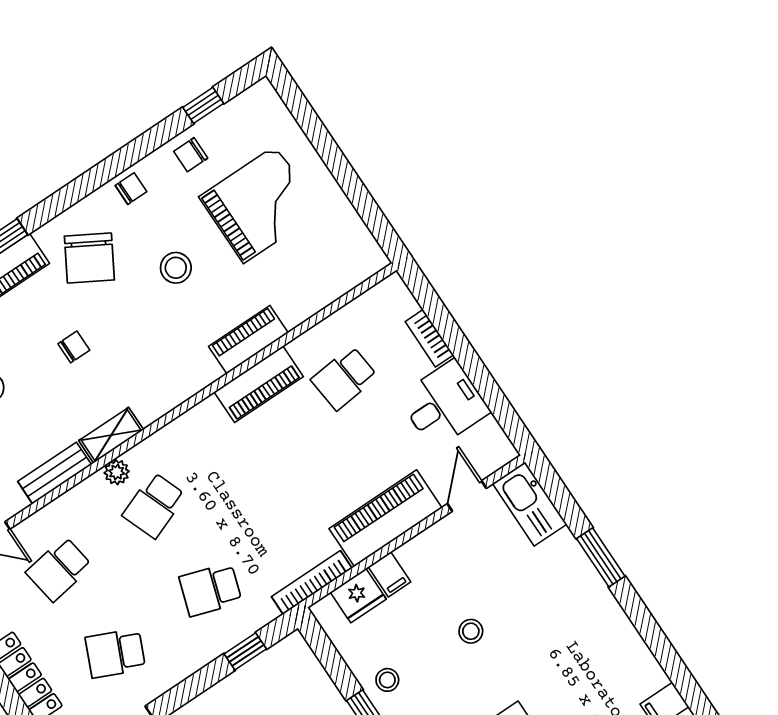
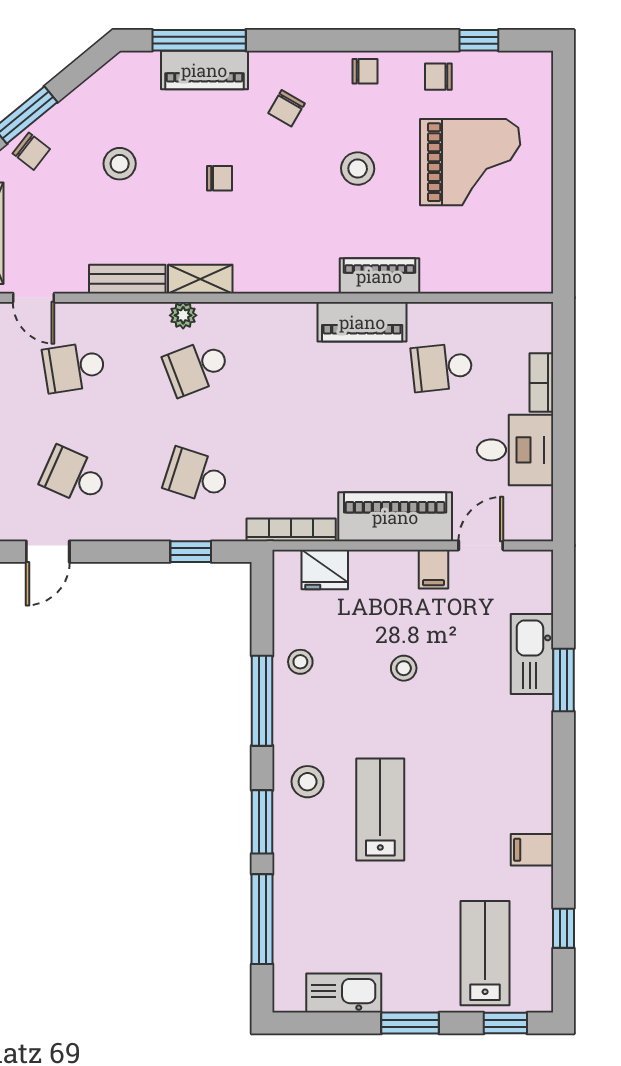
chair: (89, 258) -> (287, 108), width x0.54, depth x0.54
kitchen sink: (530, 504) -> (532, 654), moved
filing cabinet: (389, 574) -> (433, 569), moved

